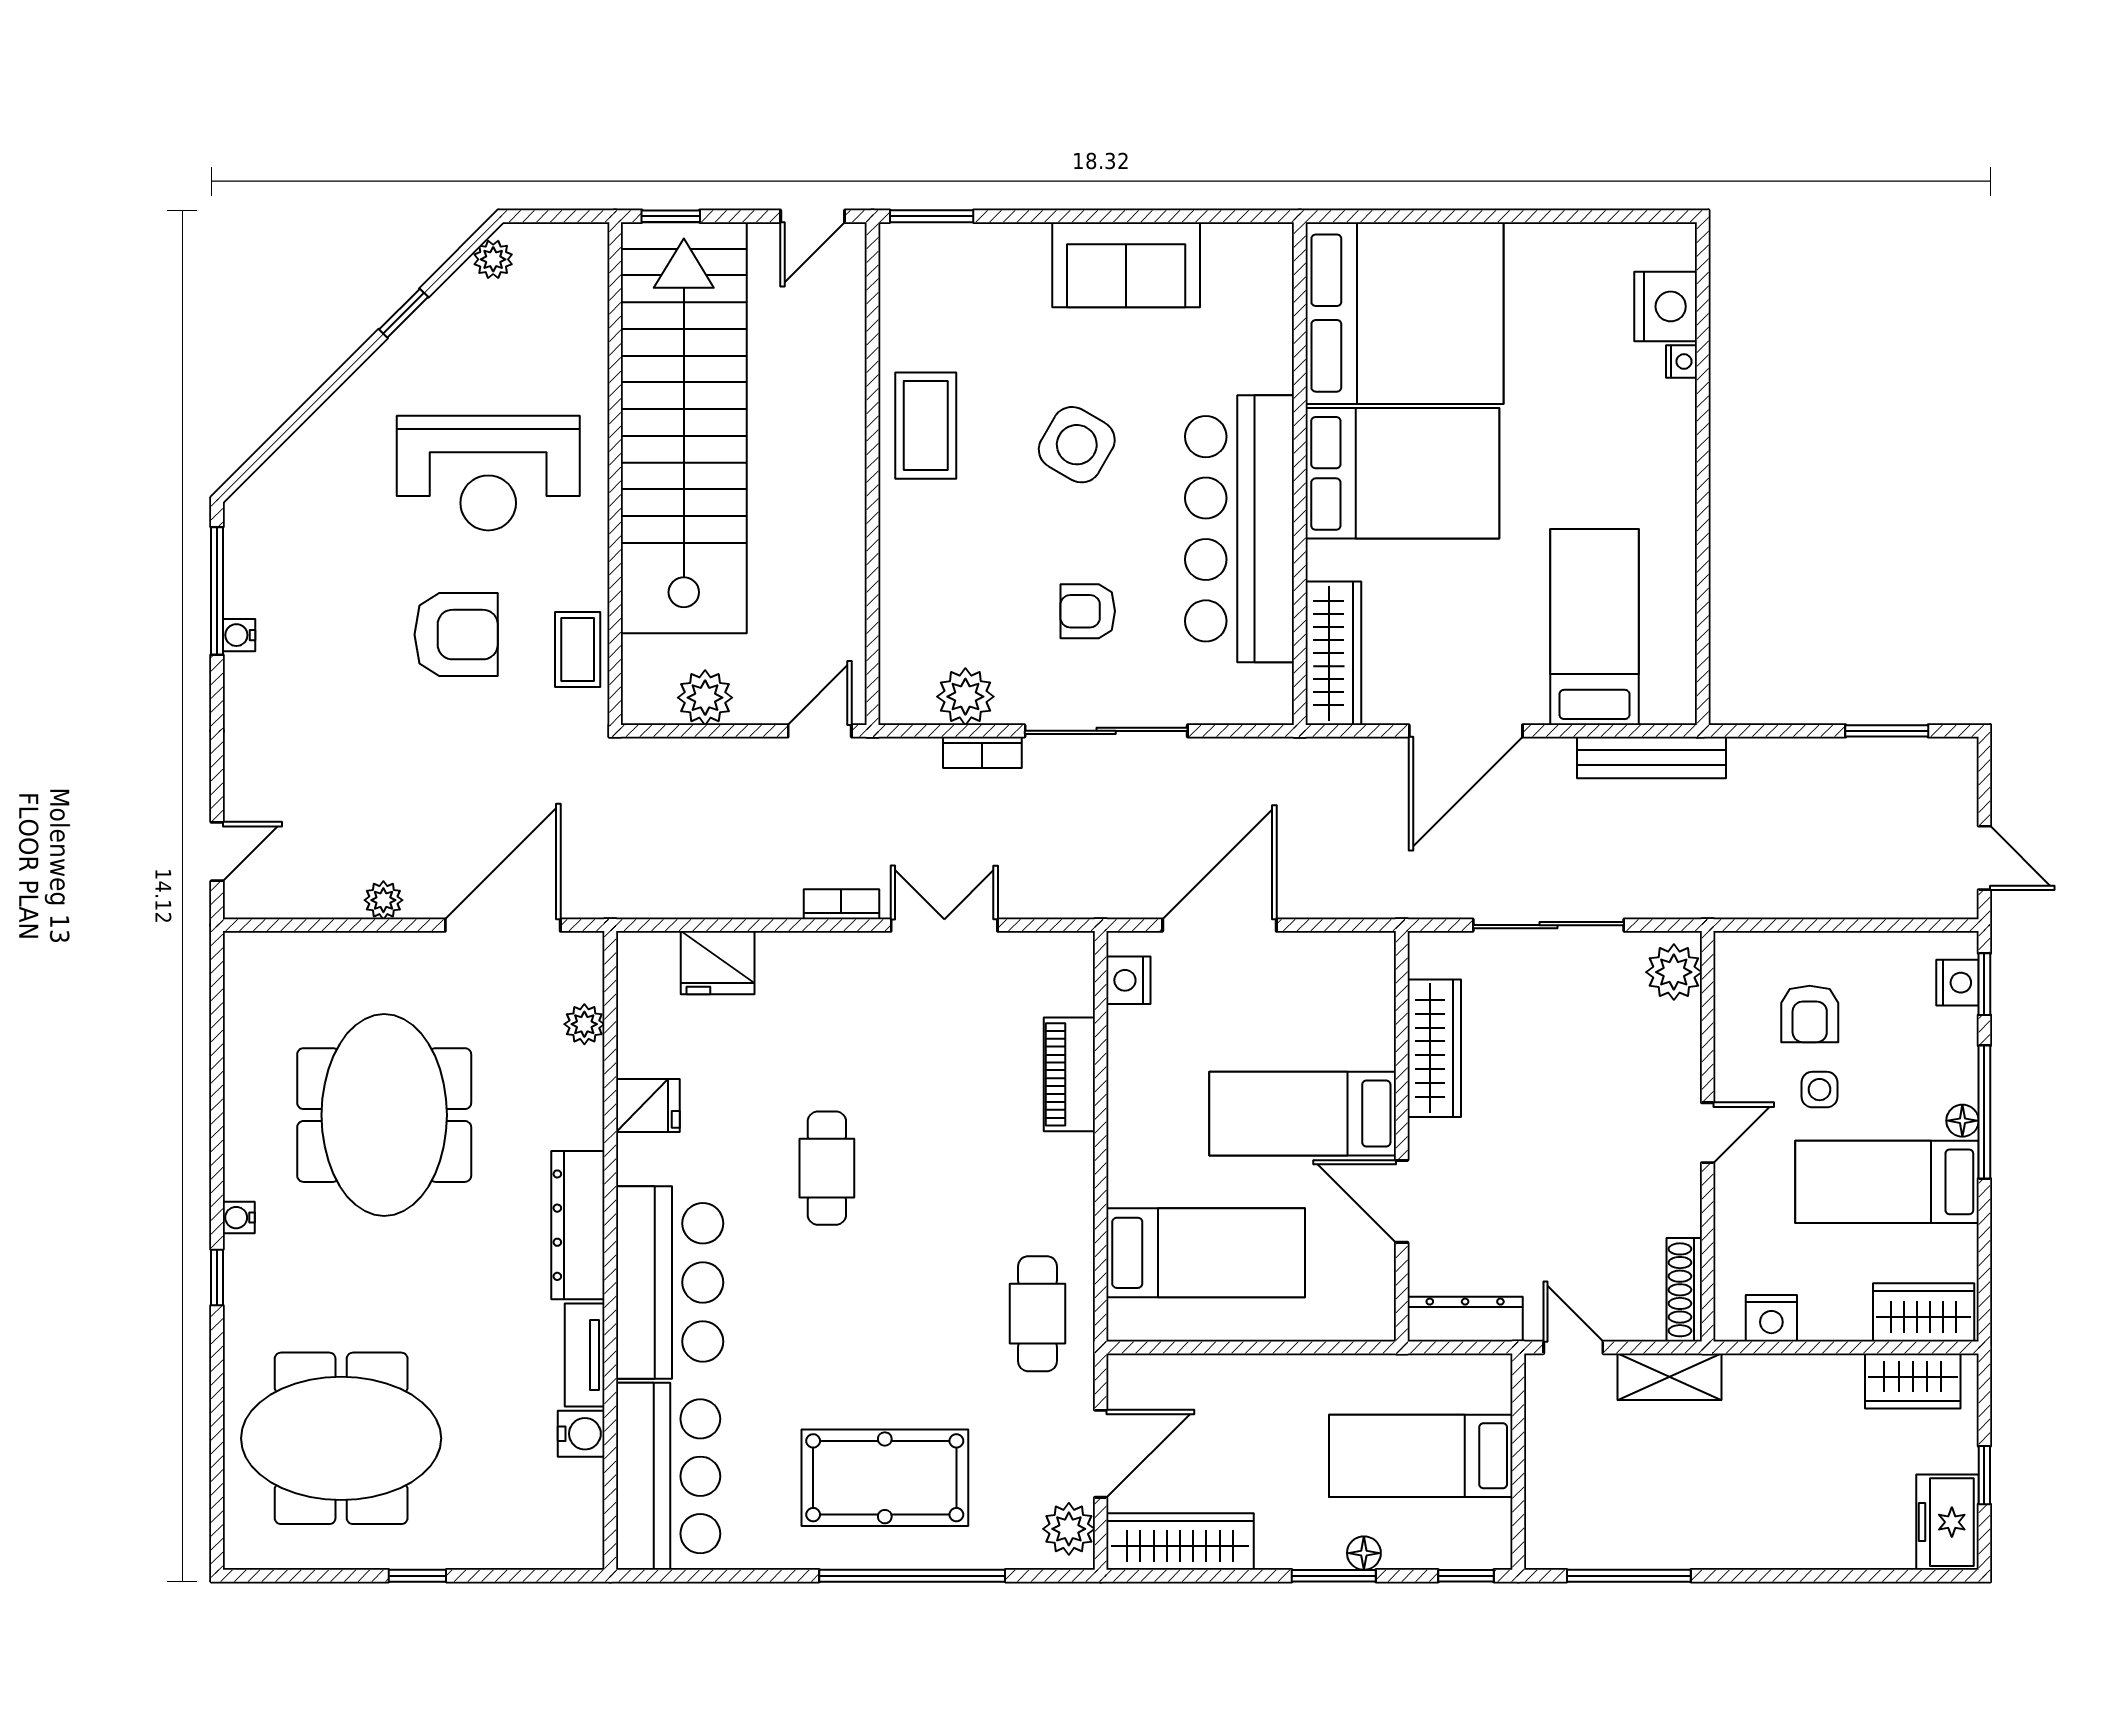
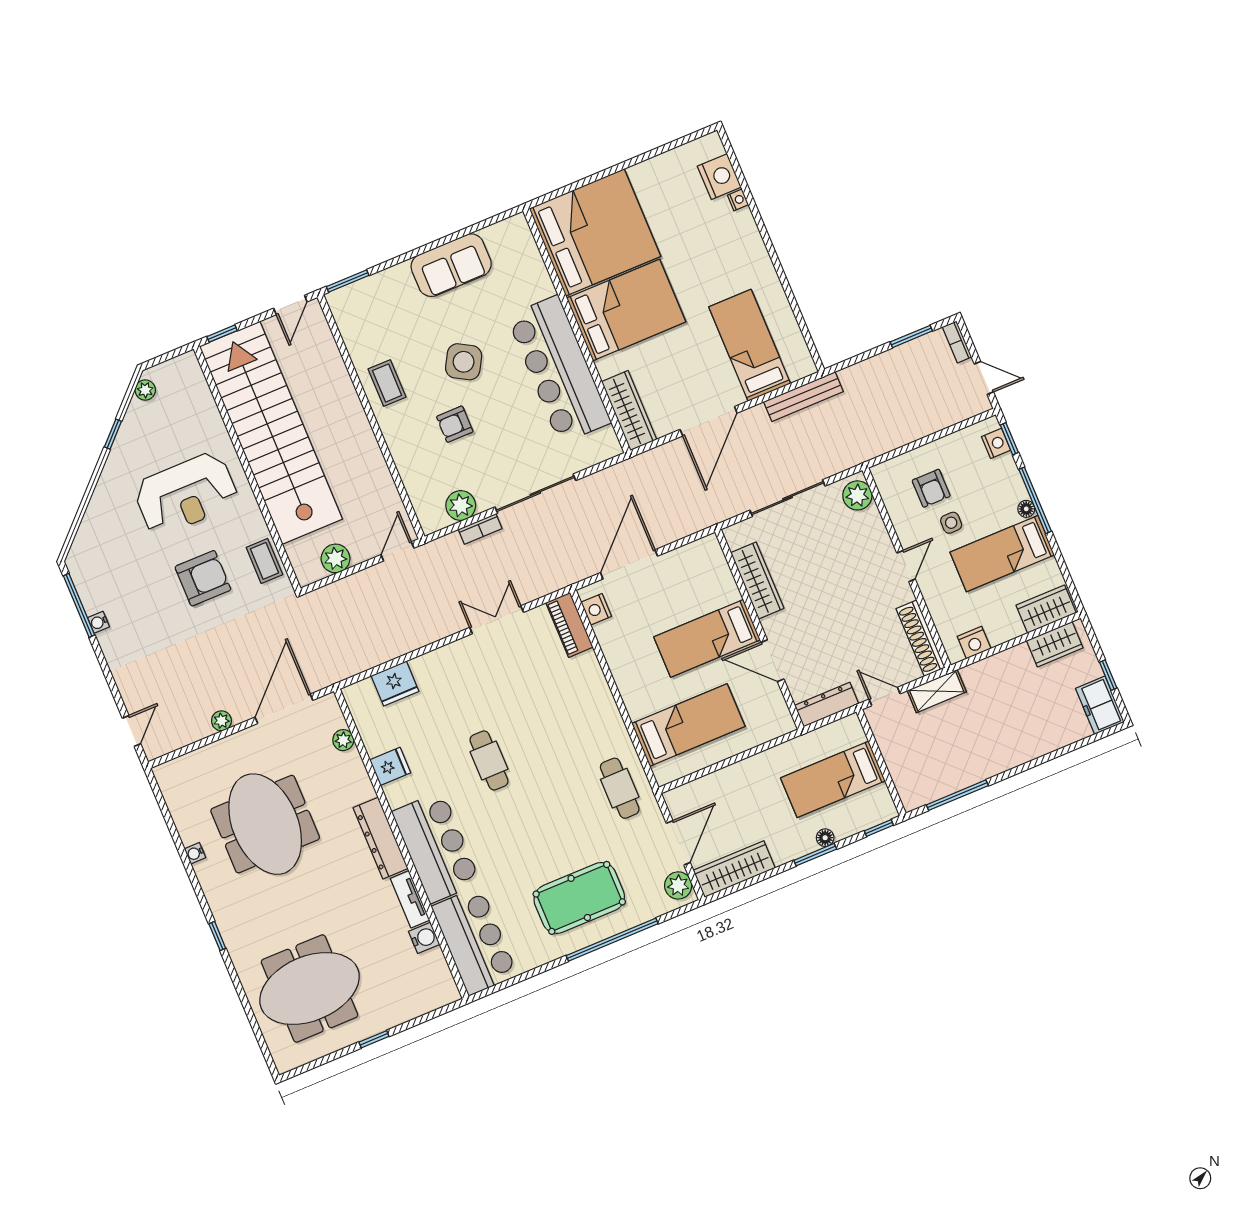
coffee table: (926, 426) -> (387, 383), width x0.73, depth x0.77
armchair: (1088, 611) -> (455, 424), moved
bookcase: (841, 904) -> (957, 342), moved, turned -90
piano: (1069, 1074) -> (569, 625), moved
water cooler: (239, 1218) -> (195, 853), moved
shoe rack: (1684, 1290) -> (921, 638), width x1.36, depth x1.24

